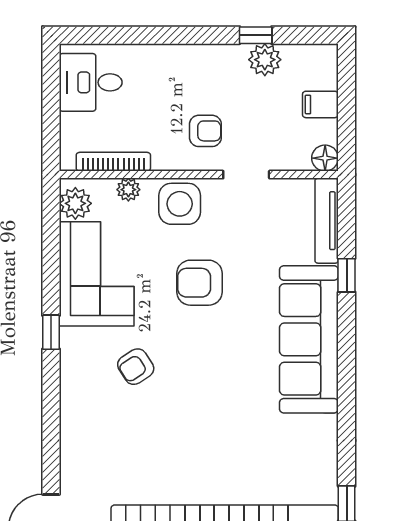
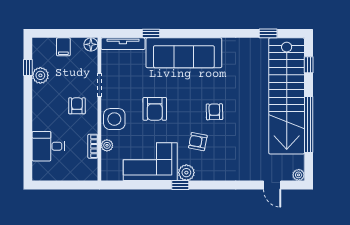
window: (256, 35) -> (28, 68), moved
desk: (91, 82) -> (48, 146), moved, turned 90
bookcase: (113, 162) -> (93, 146), width x0.64
plant: (75, 203) -> (186, 173), moved
armchair: (136, 367) -> (198, 142), turned 134
armchair: (194, 399) -> (214, 112), added

